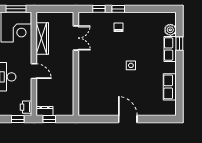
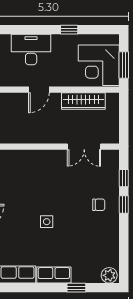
plant: (170, 30) -> (109, 275), moved
row of seats: (170, 49) -> (54, 275), moved

